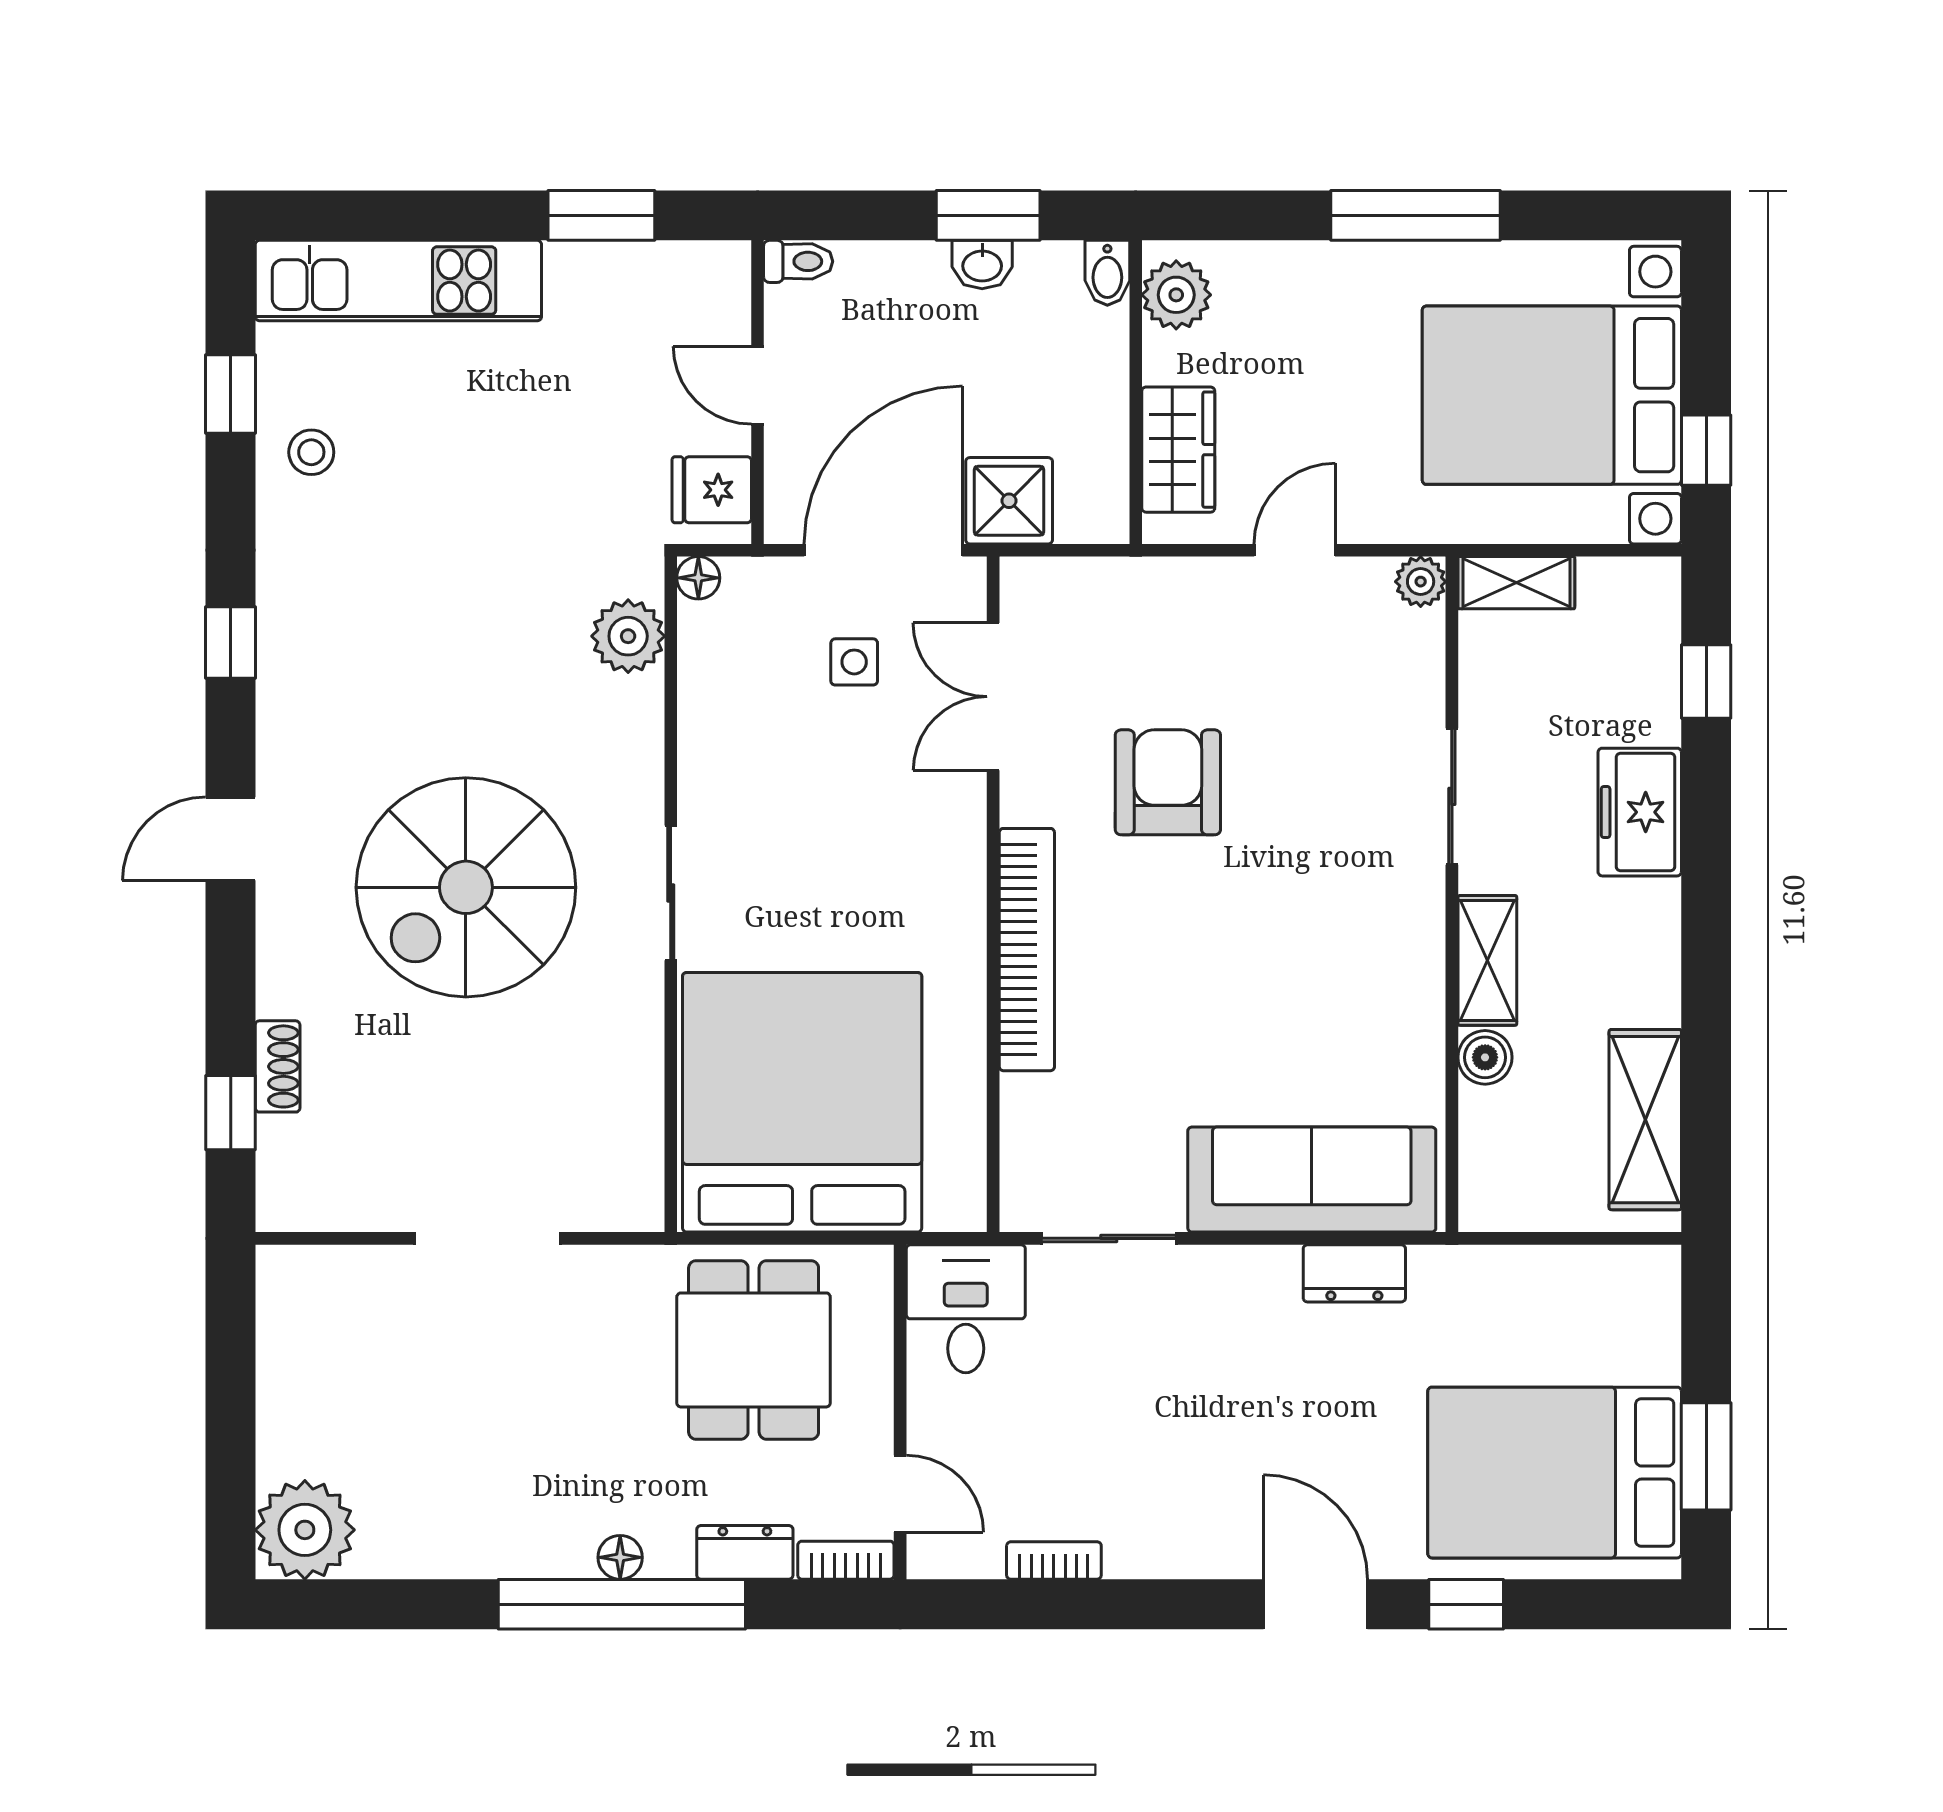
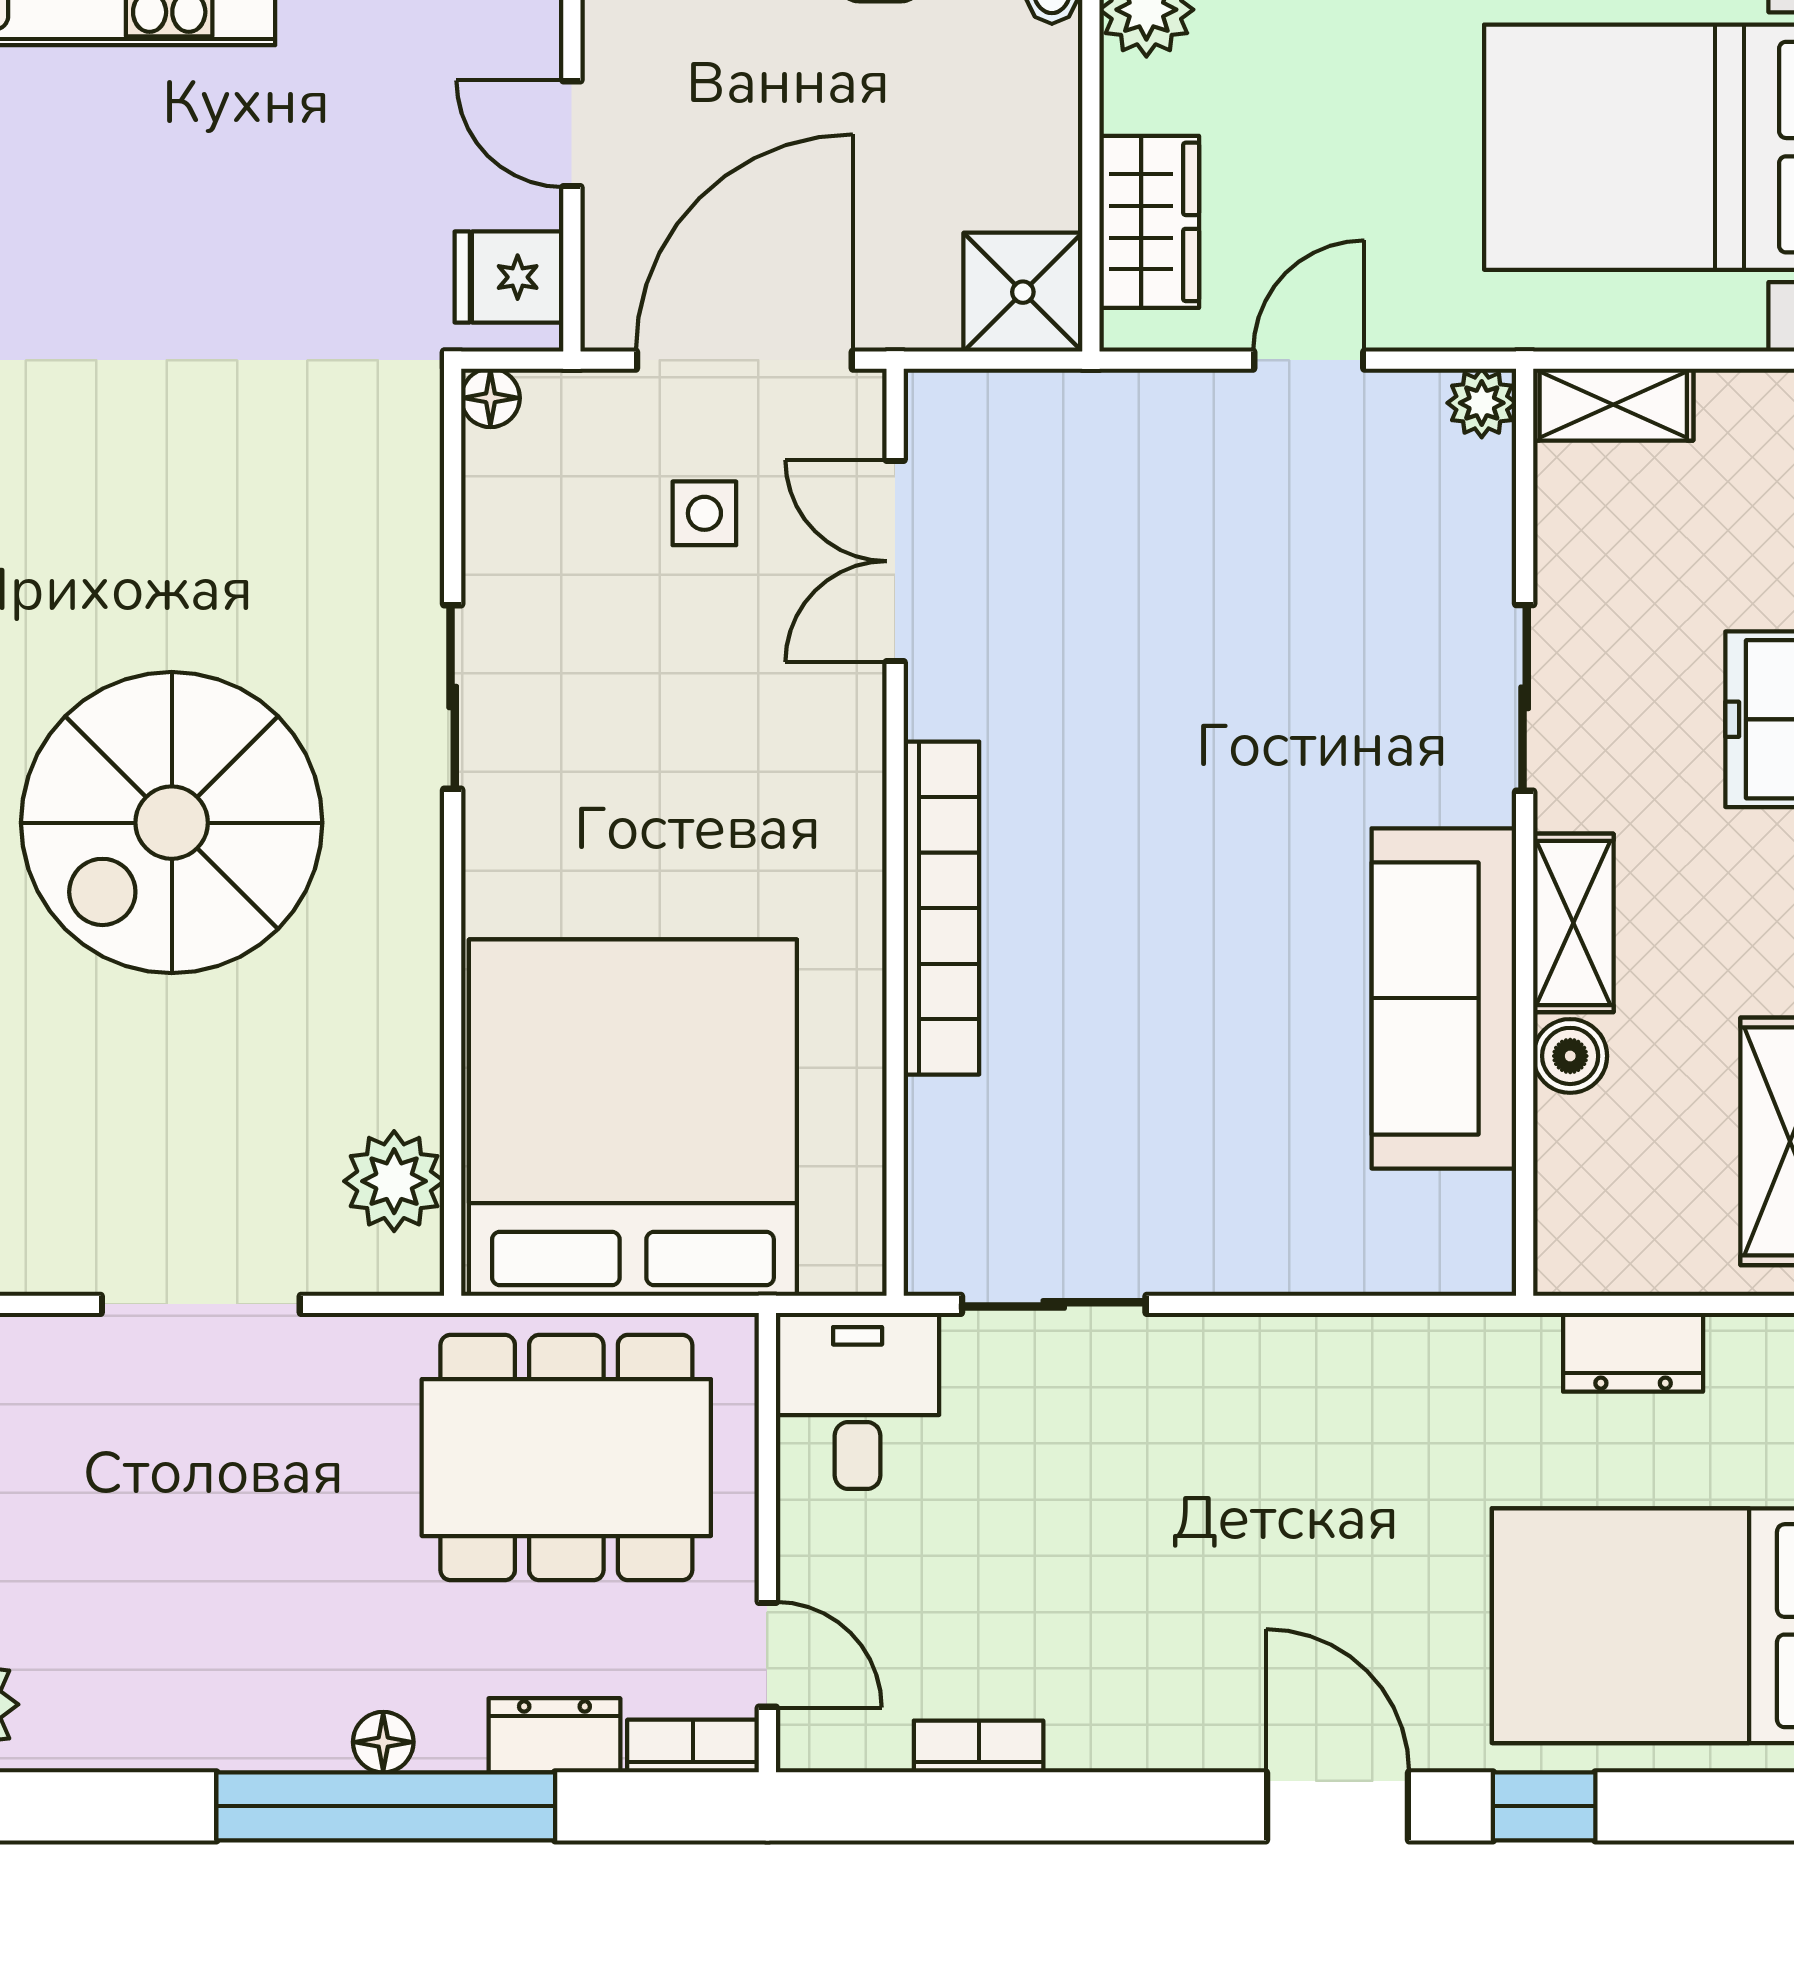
shower: (1009, 501) -> (1023, 292), moved
plant: (628, 636) -> (394, 1181), moved
armchair: (1168, 782) -> (1135, 679), removed
sliding door: (671, 893) -> (453, 697), moved
sofa: (1312, 1180) -> (1444, 998), moved, turned -90
dresser: (1354, 1273) -> (1633, 1352), moved
dining table: (754, 1350) -> (566, 1458), width x1.38

